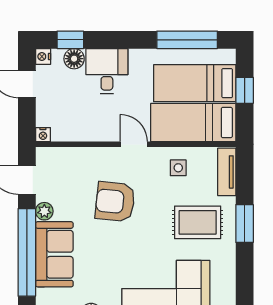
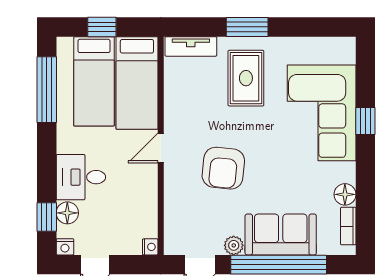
side table: (178, 168) -> (186, 99), removed

